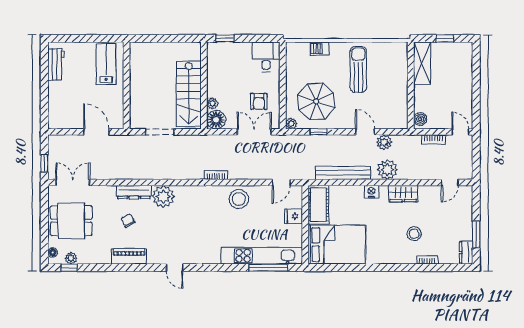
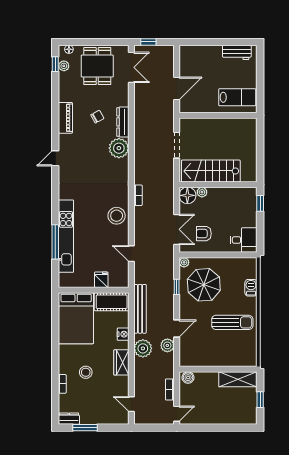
cot: (318, 205) -> (112, 302), moved
fridge: (294, 216) -> (101, 280), moved
wall: (305, 225) -> (94, 290), moved
bed: (337, 244) -> (76, 318), moved

